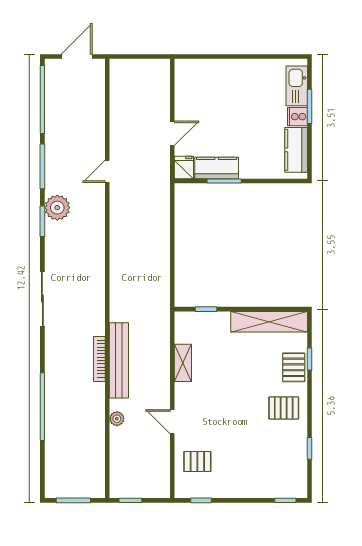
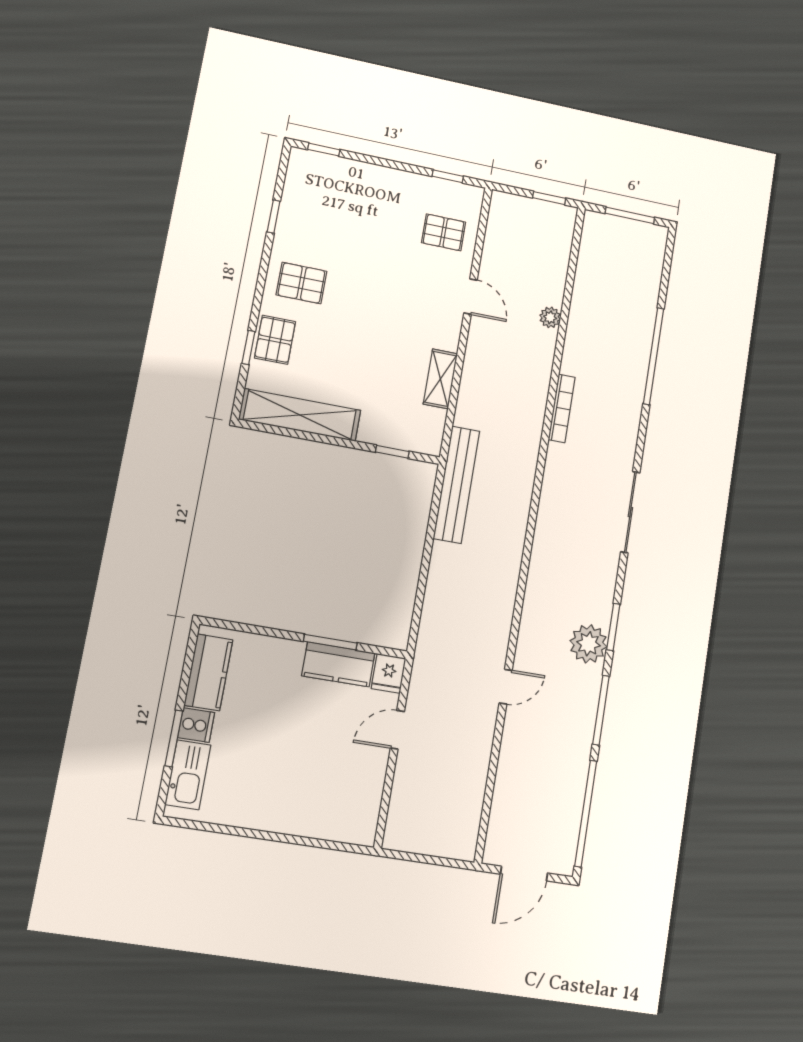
bench: (119, 360) -> (457, 485), moved

